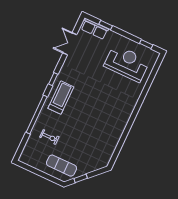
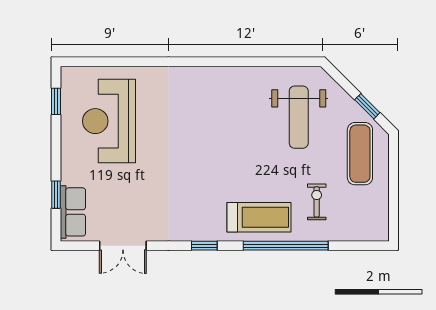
treadmill: (61, 98) -> (259, 217), moved, turned 180
weight bench: (90, 146) -> (299, 117), added

